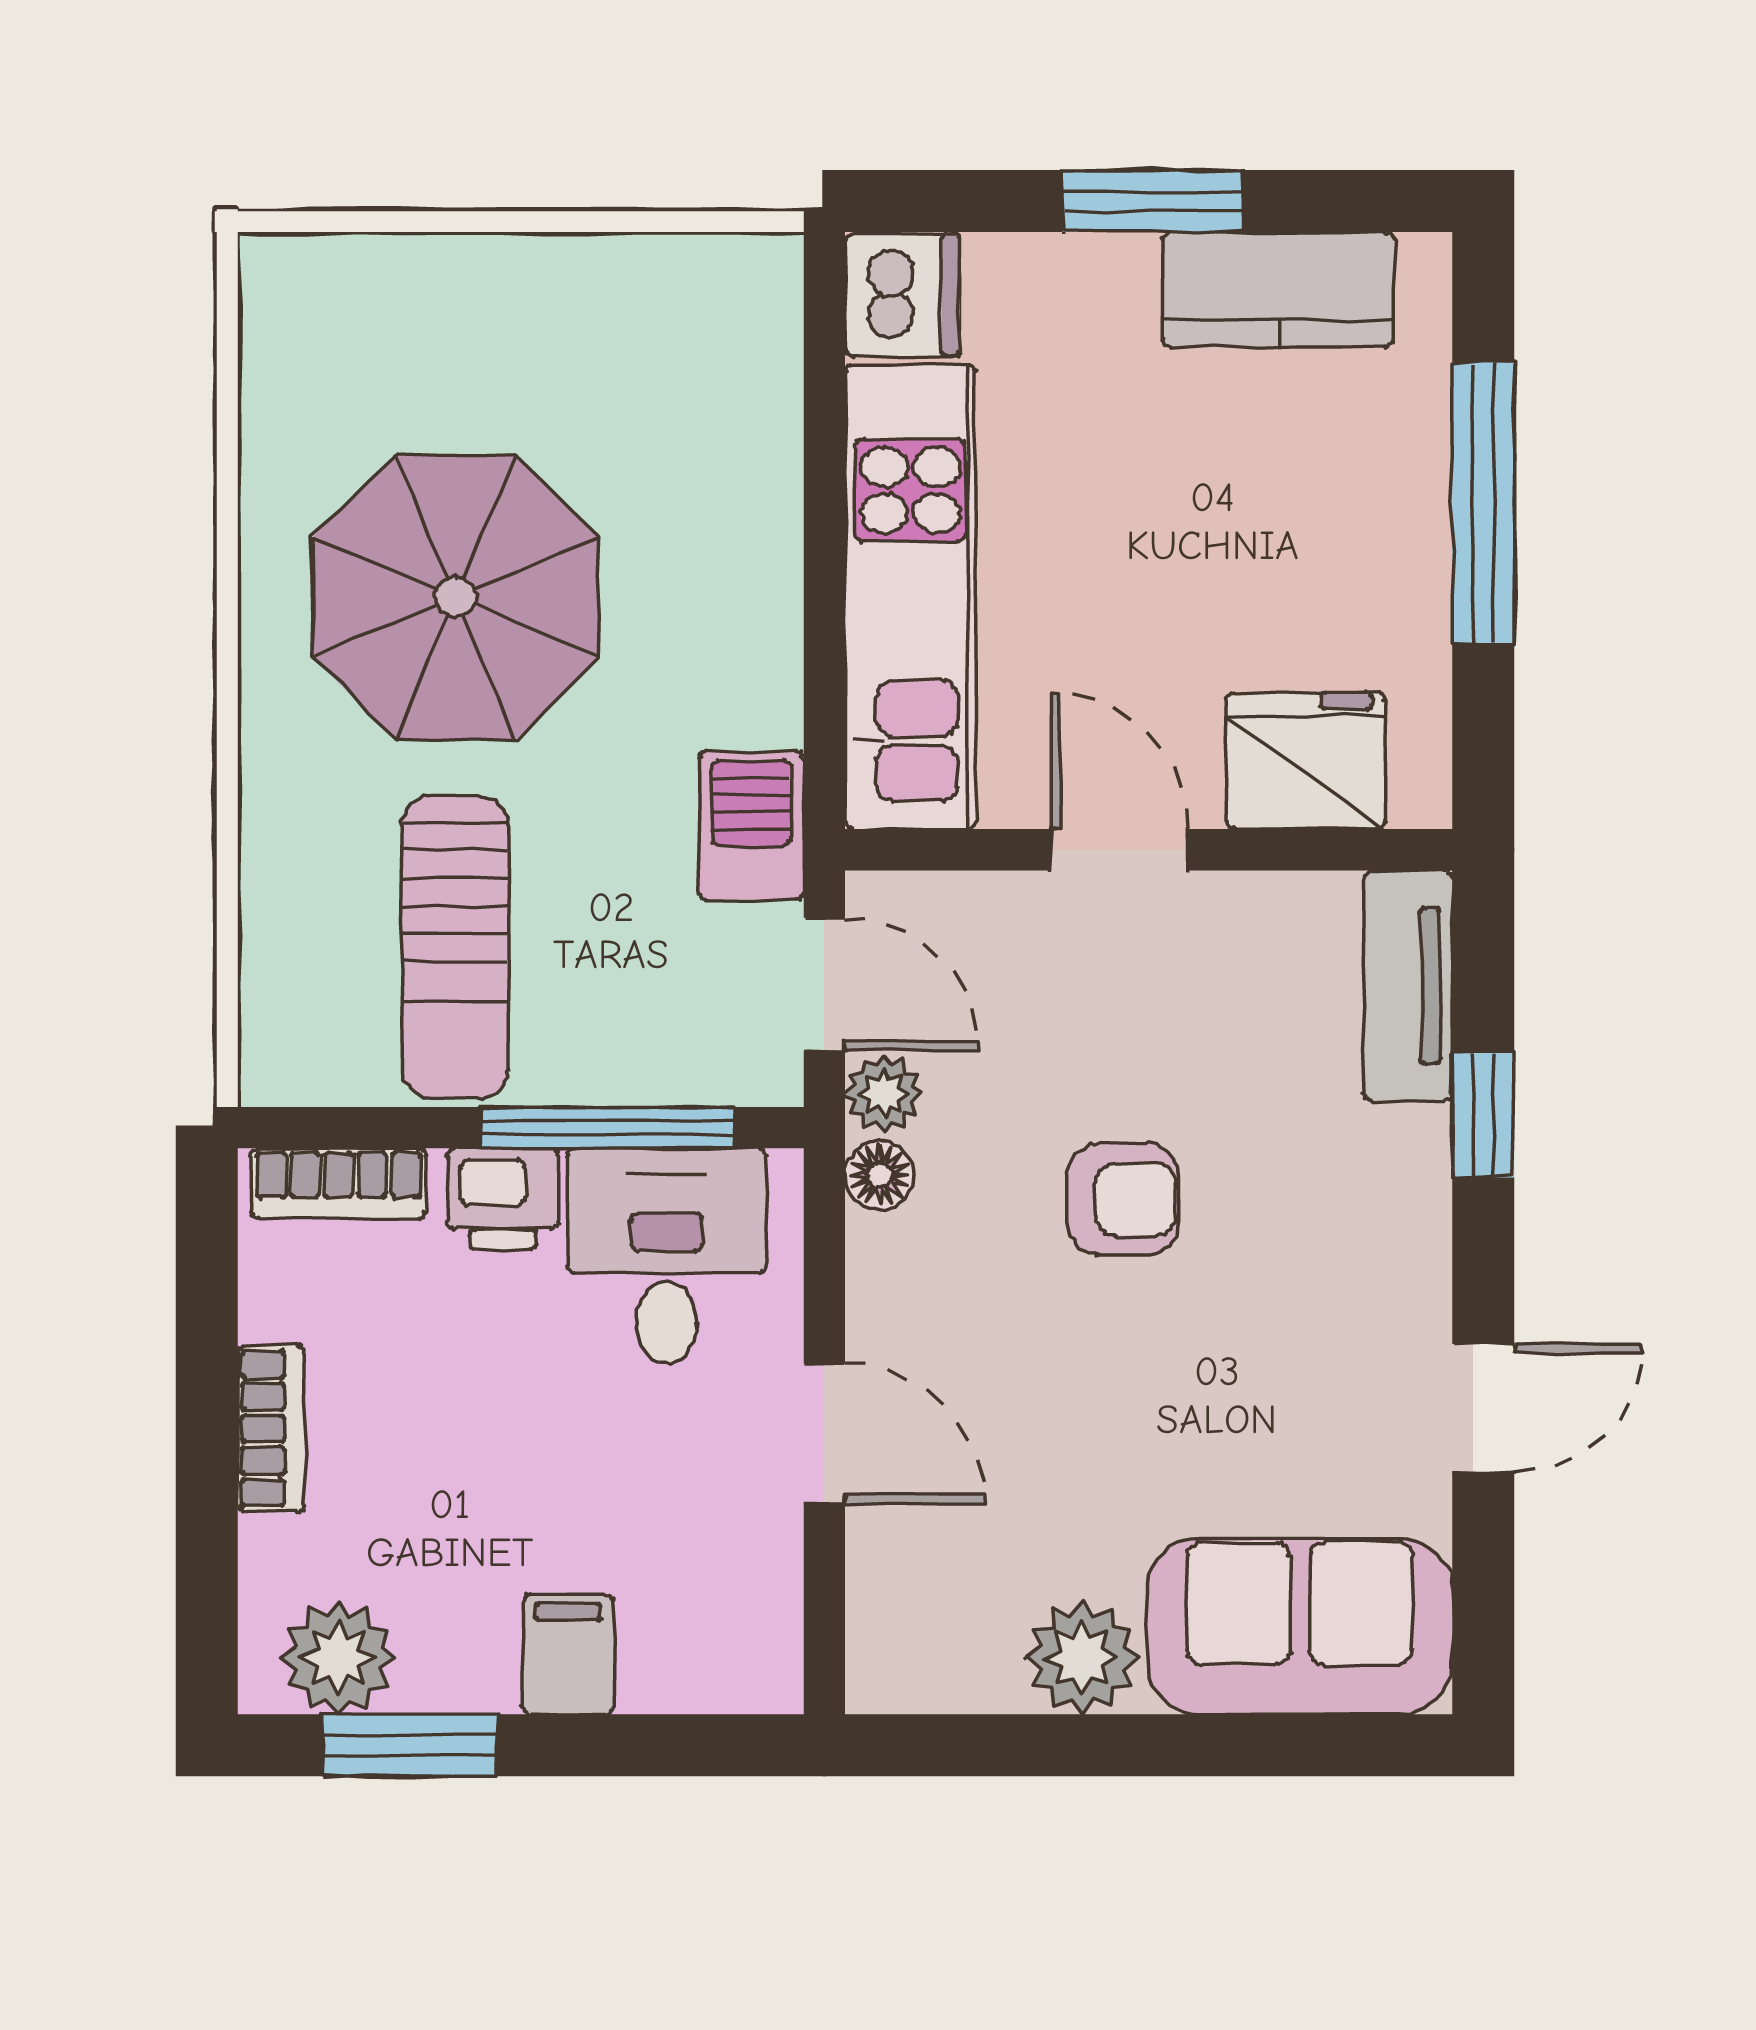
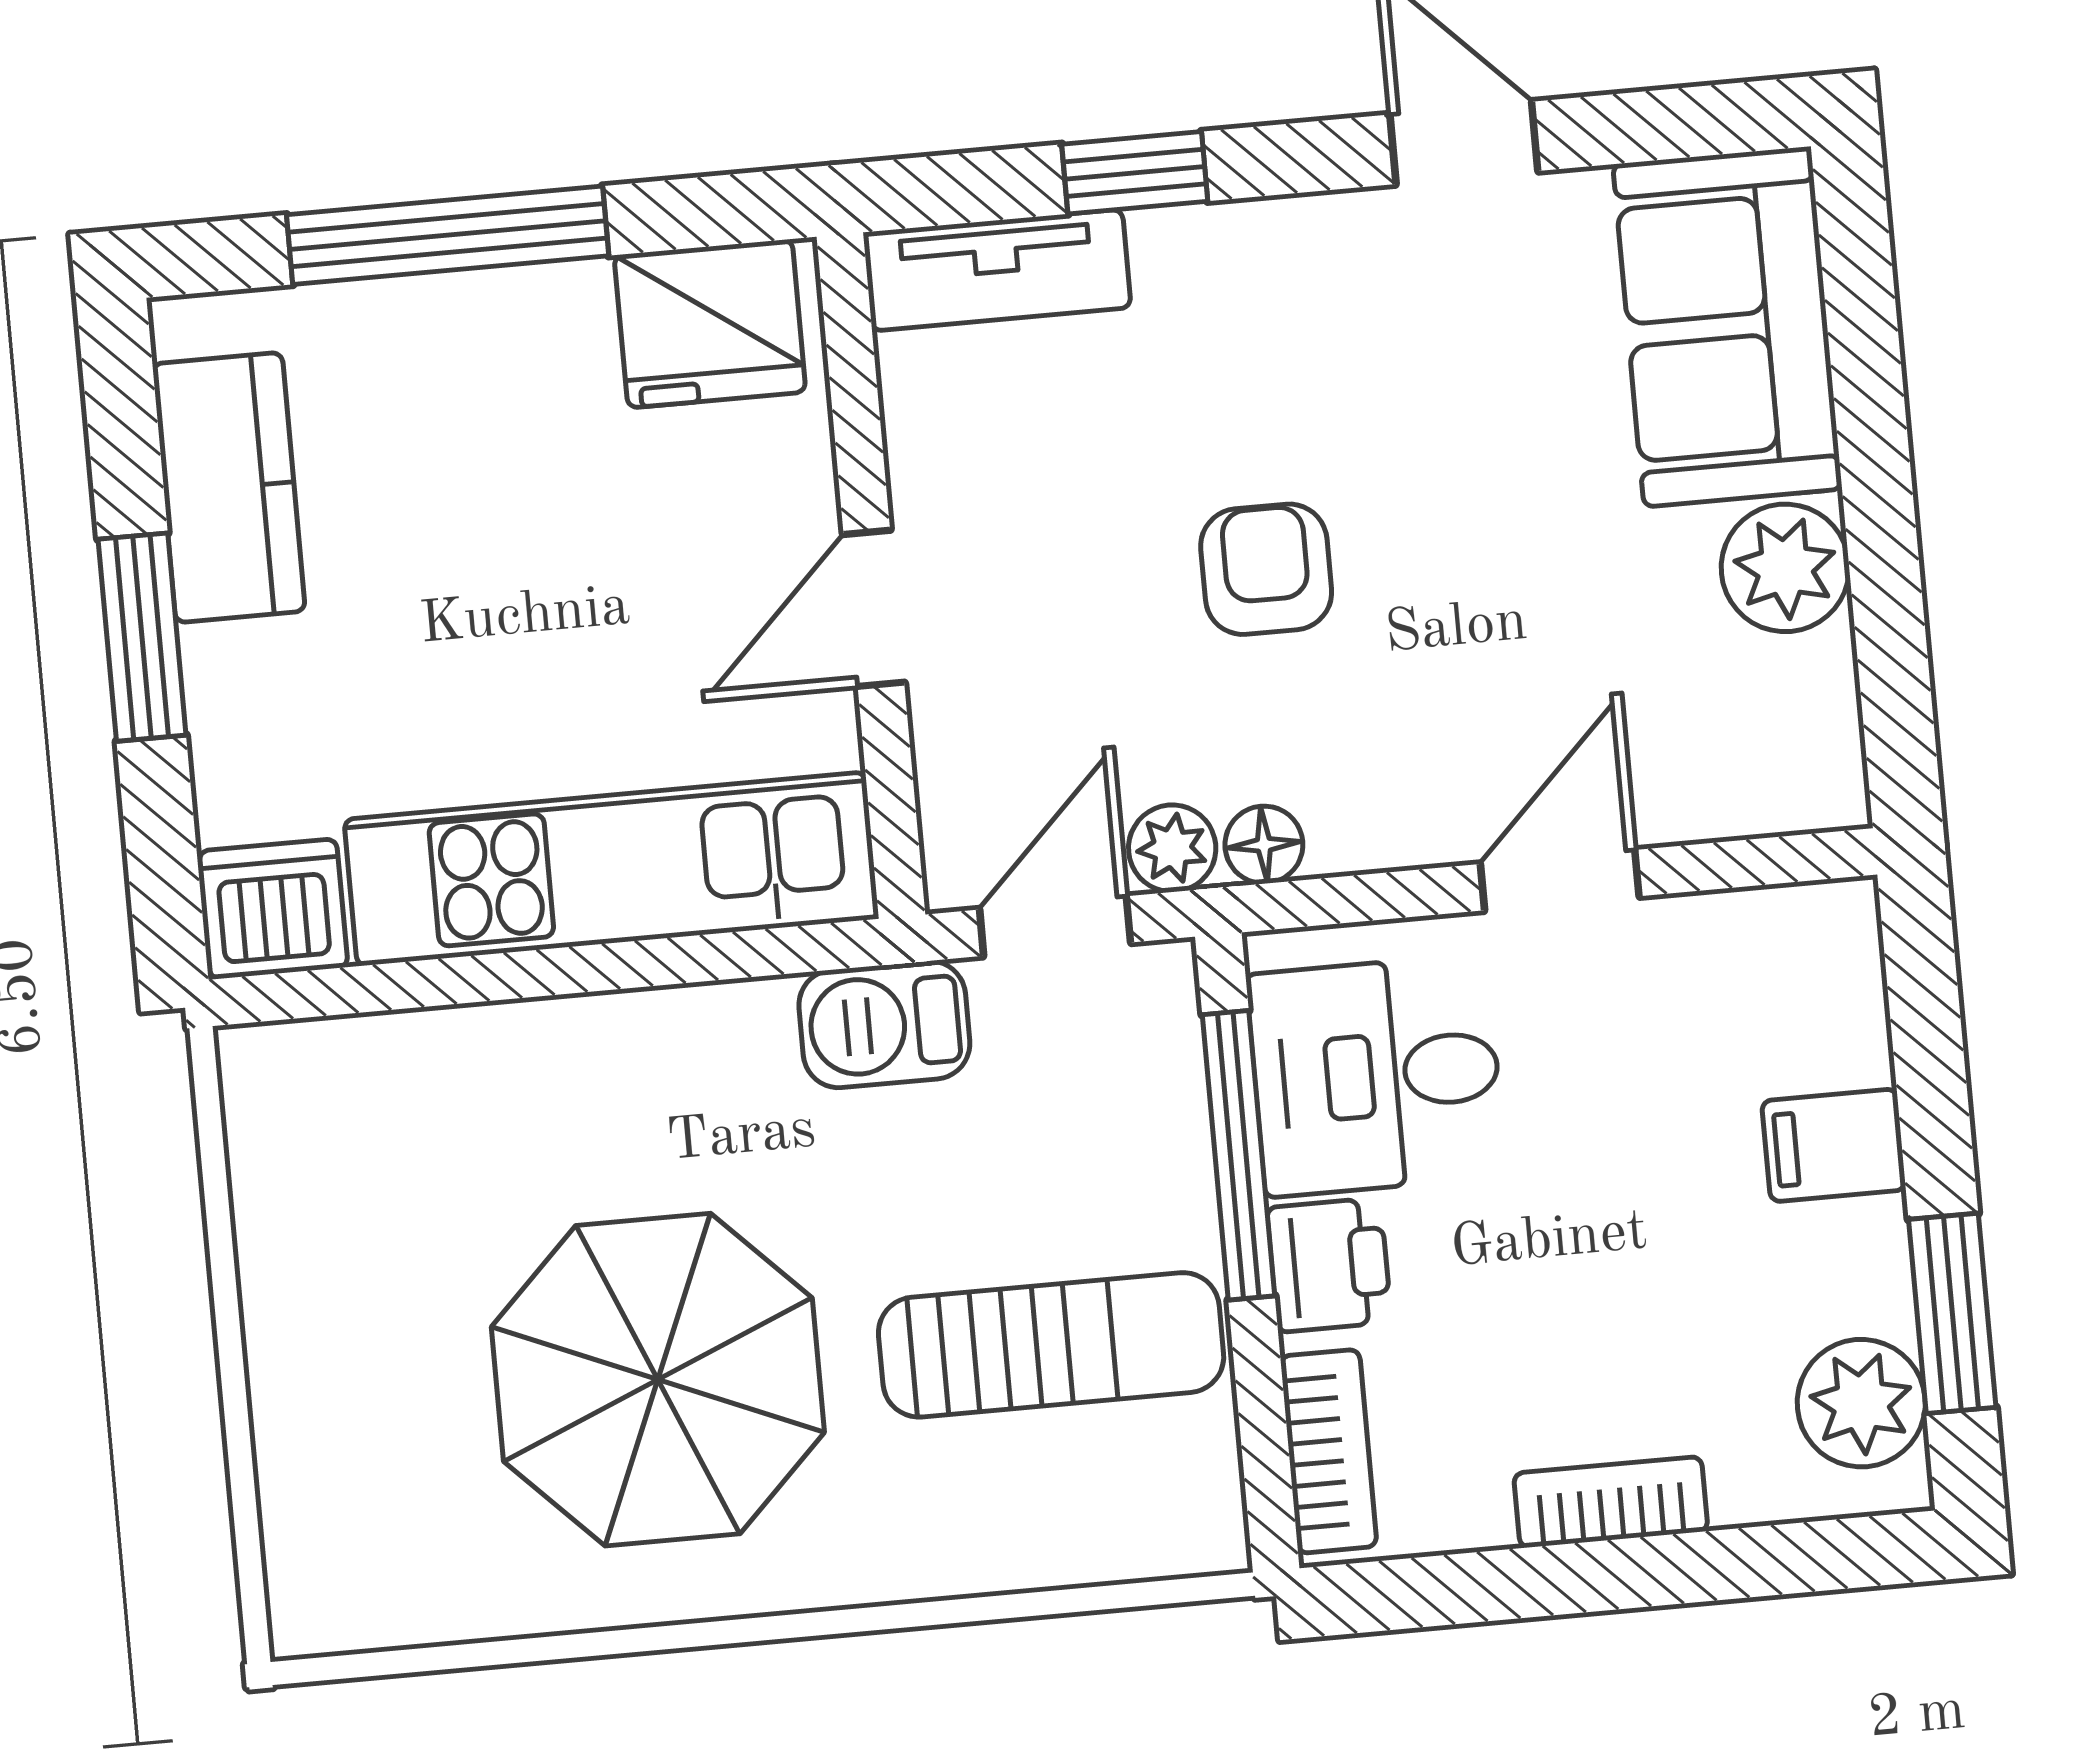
fridge: (1306, 761) -> (710, 324), moved, turned -90

